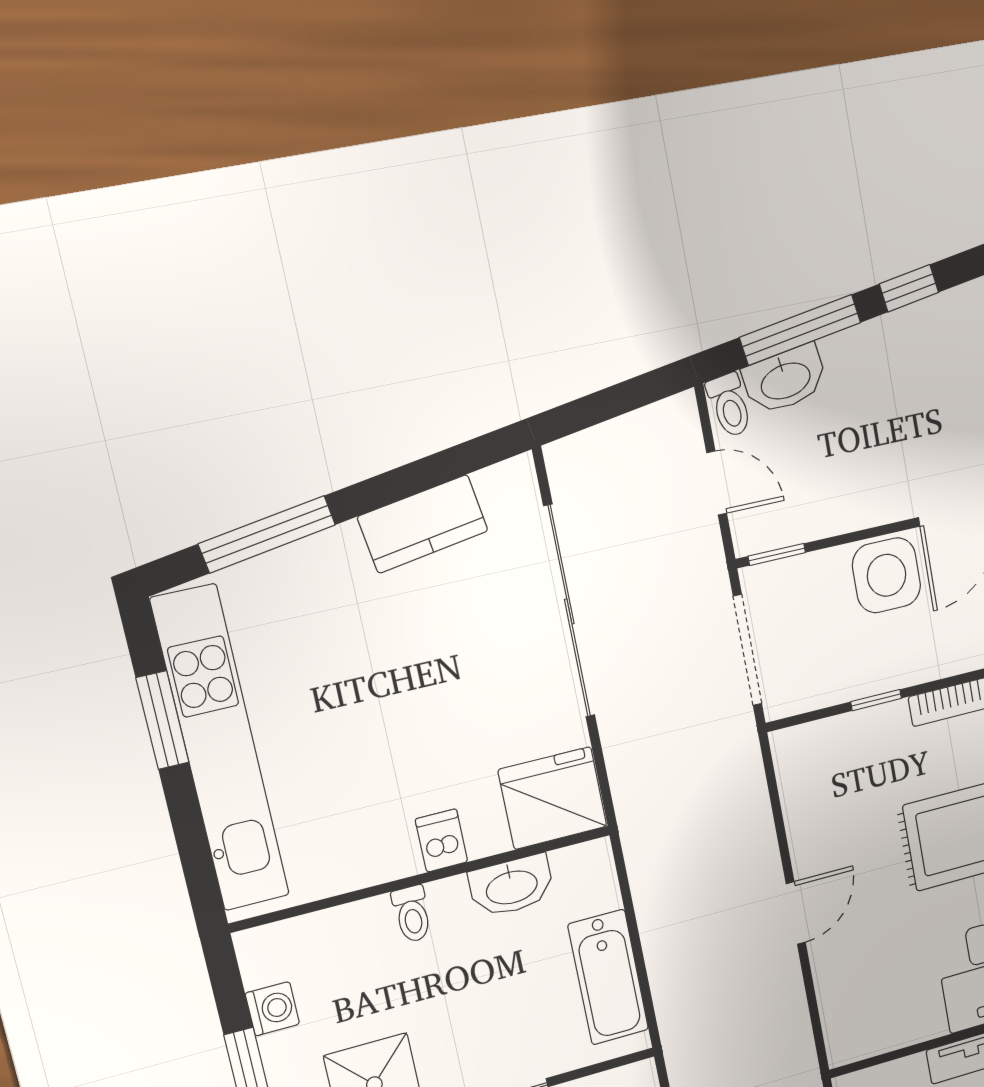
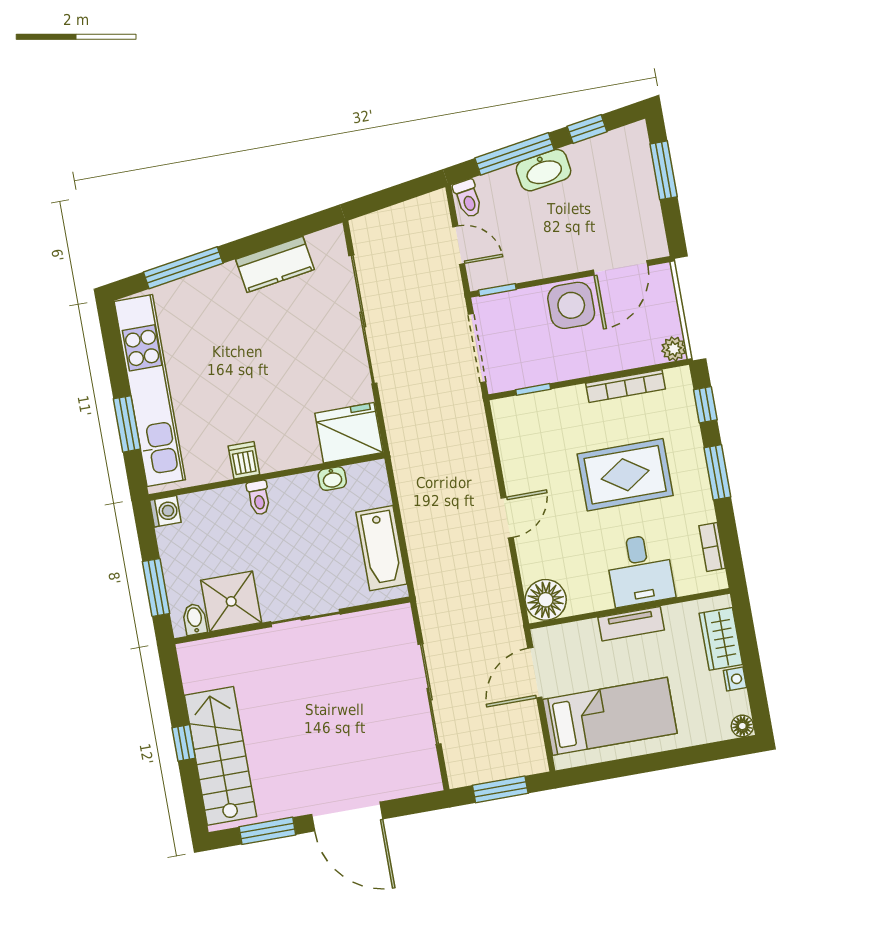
washbasin: (785, 380) -> (543, 170), moved
window: (876, 700) -> (533, 389), moved
window: (162, 720) -> (127, 424), moved
dishwasher: (442, 841) -> (244, 460), moved
washbasin: (511, 886) -> (332, 479), width x0.52, depth x0.69
washing machine: (272, 1009) -> (165, 511), moved
floor lamp: (852, 1032) -> (546, 600), added

